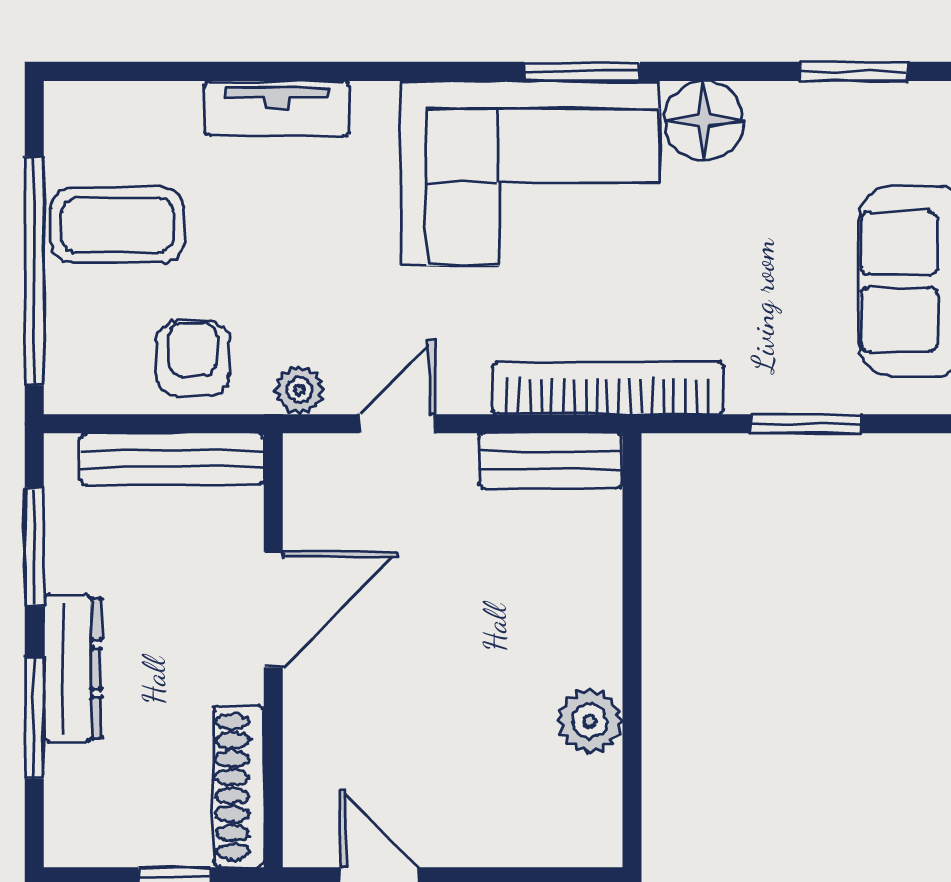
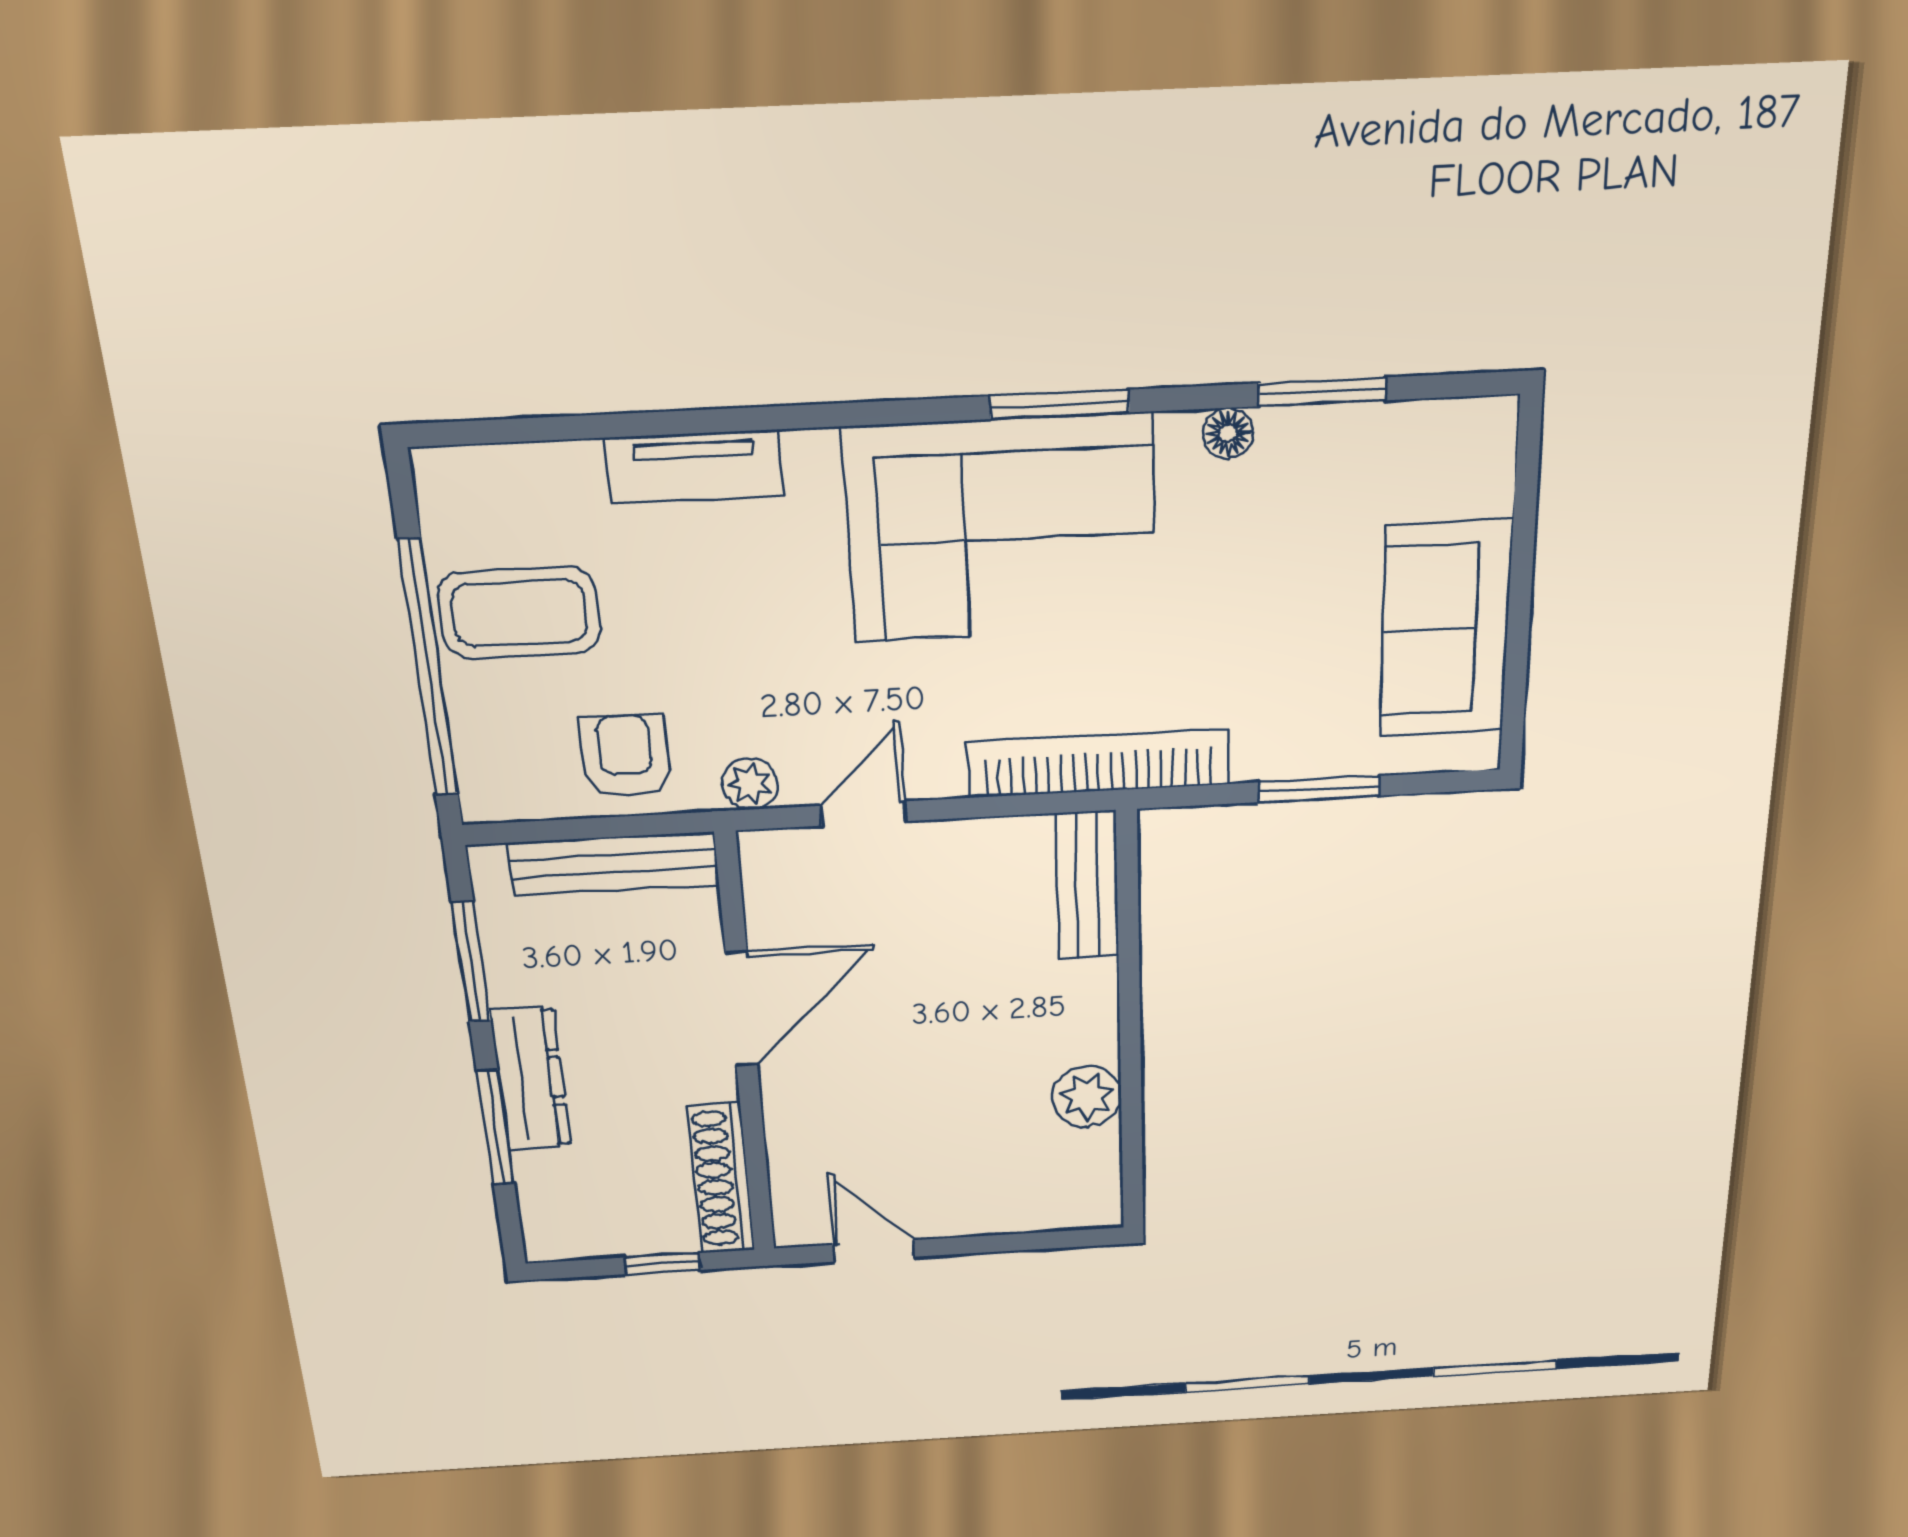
window: (854, 71) -> (1322, 392), moved
floor lamp: (704, 121) -> (1228, 433), width x0.53, depth x0.53
bench: (551, 461) -> (1087, 886), moved, turned 90

